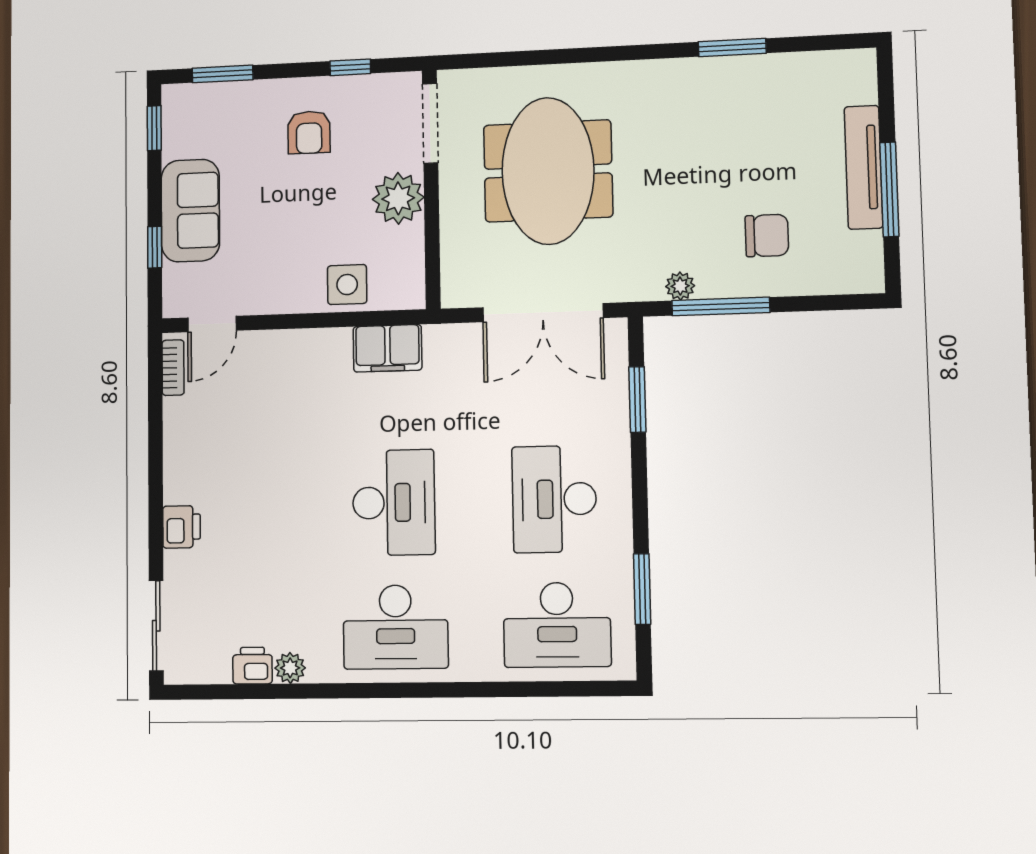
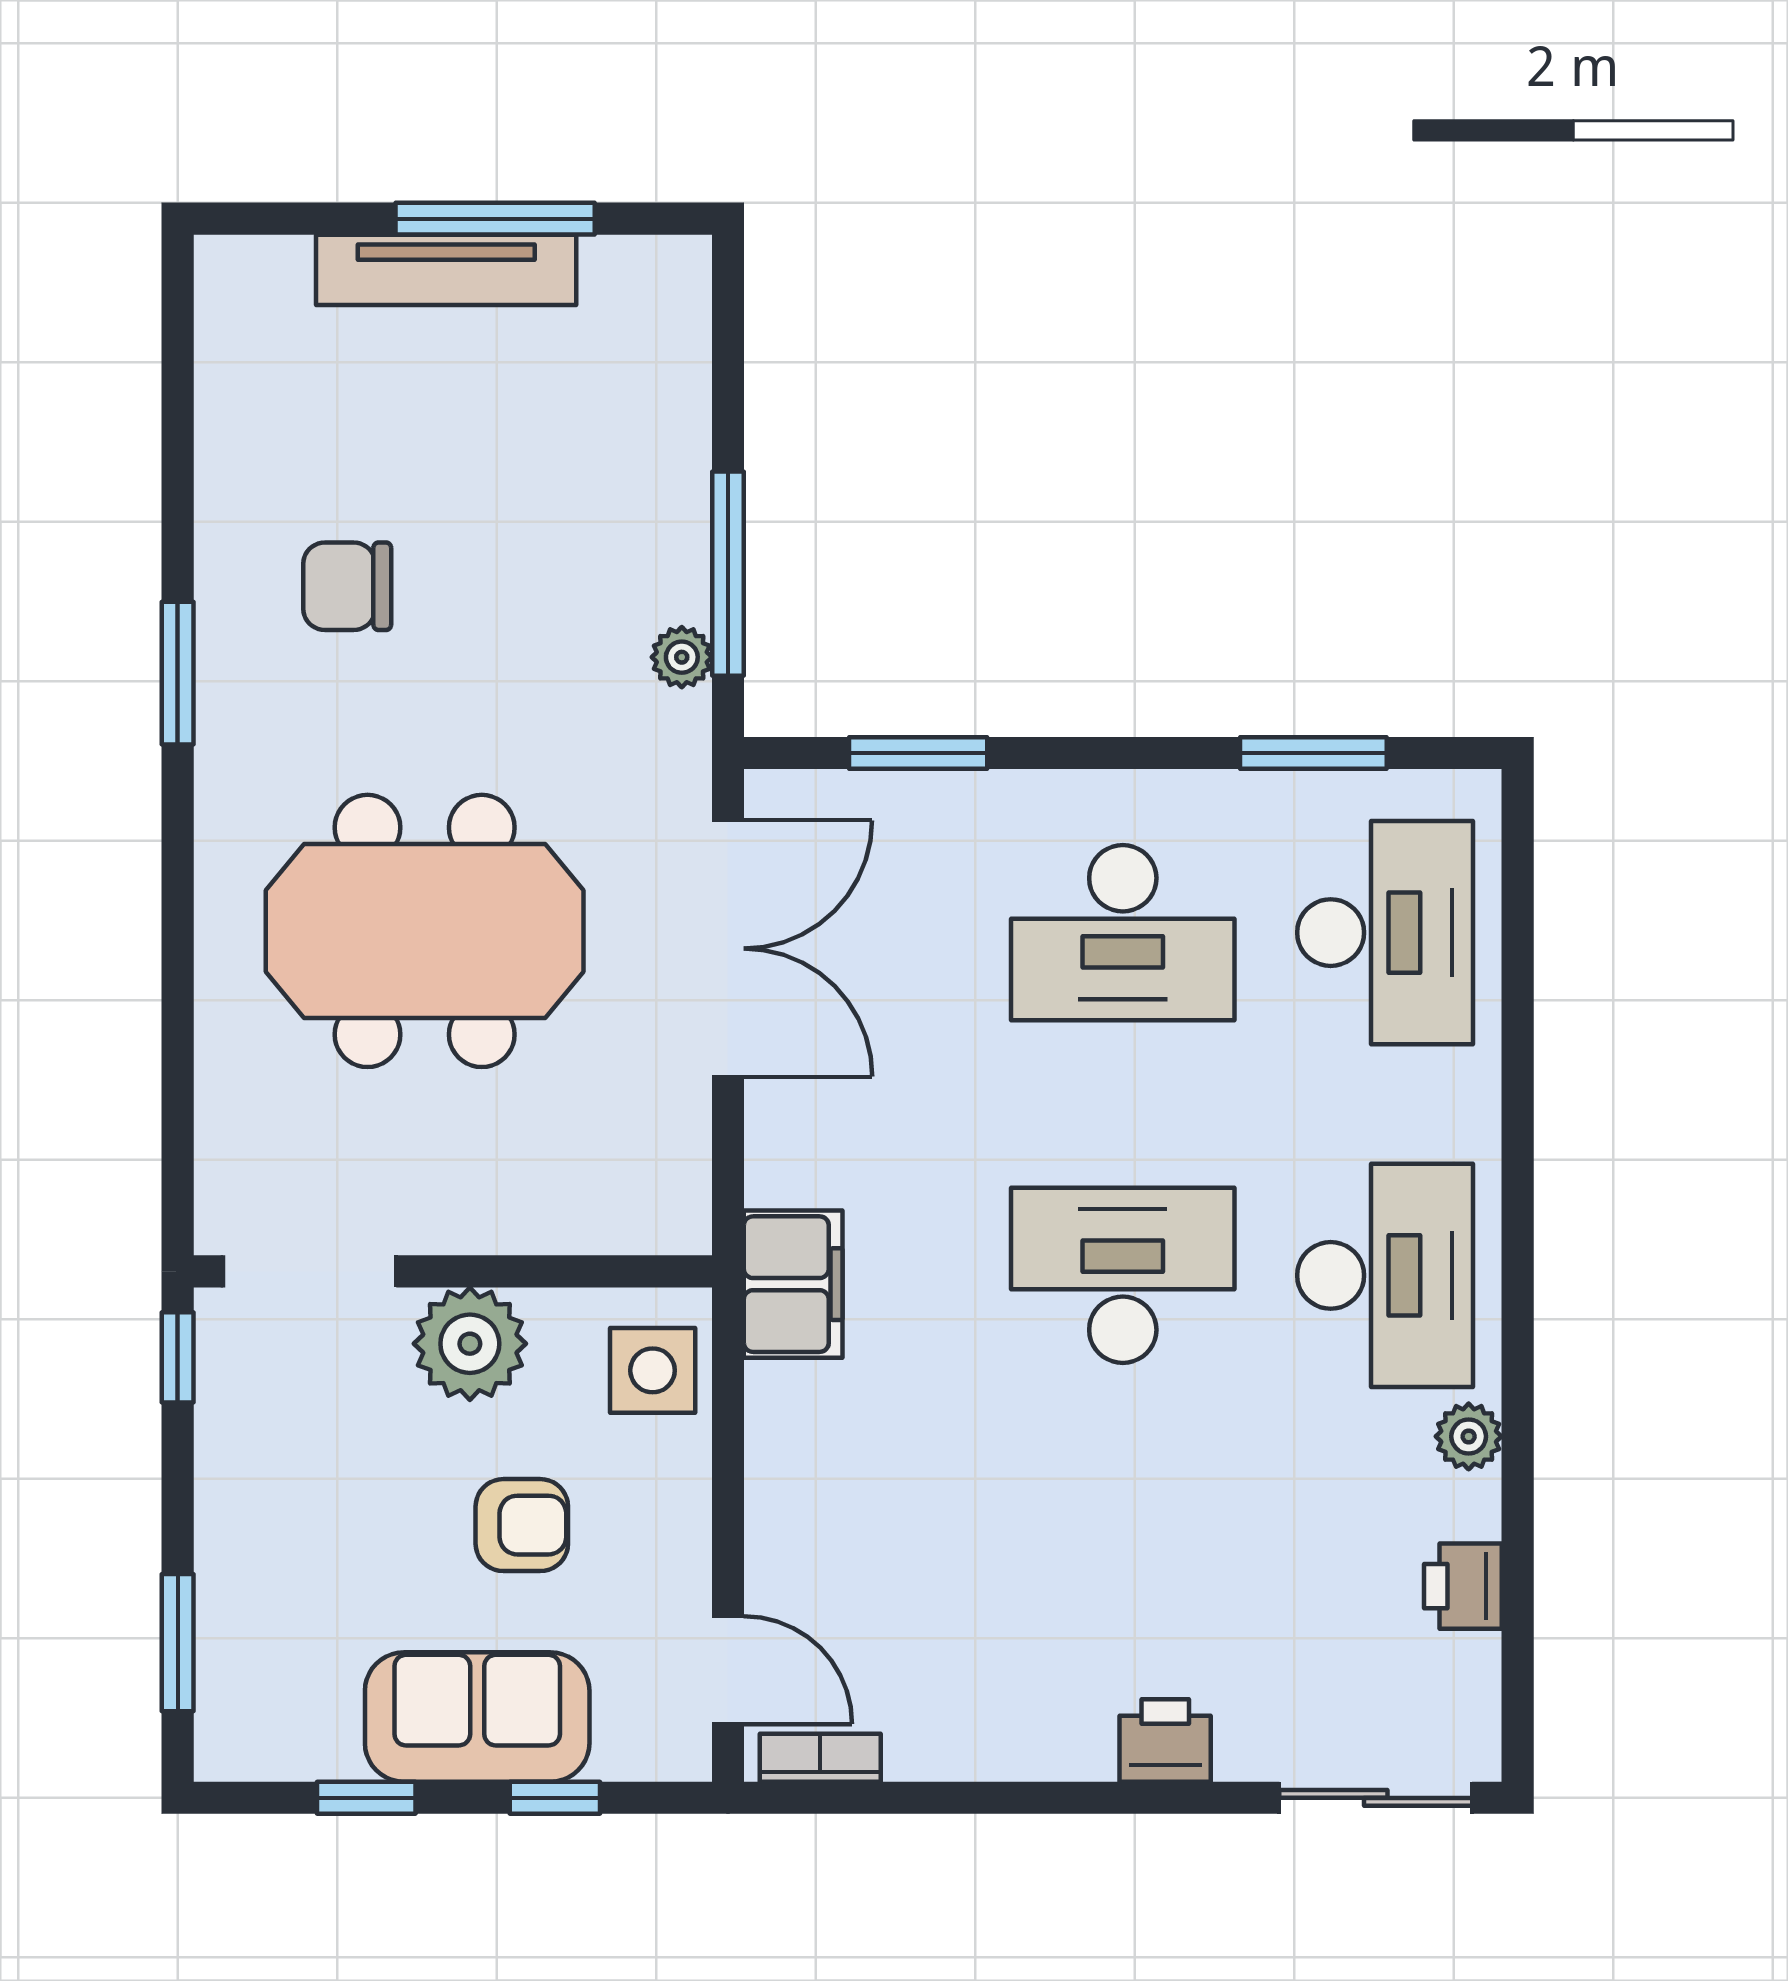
window: (732, 47) -> (178, 673), moved
doorway: (430, 123) -> (310, 1271), moved
window: (154, 128) -> (366, 1798), moved
armchair: (309, 132) -> (522, 1525), moved
wall: (431, 189) -> (453, 1271), moved
plant: (398, 198) -> (470, 1344), moved
chair: (767, 236) -> (347, 586), moved, turned -90
plant: (290, 668) -> (1469, 1436), moved

